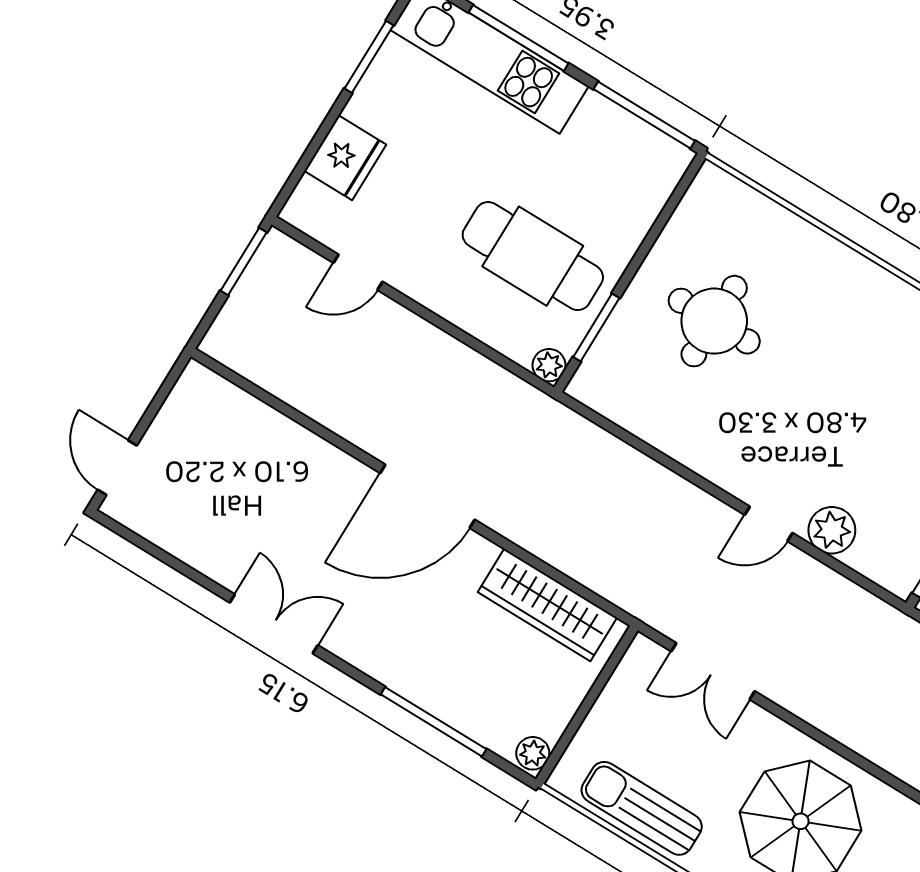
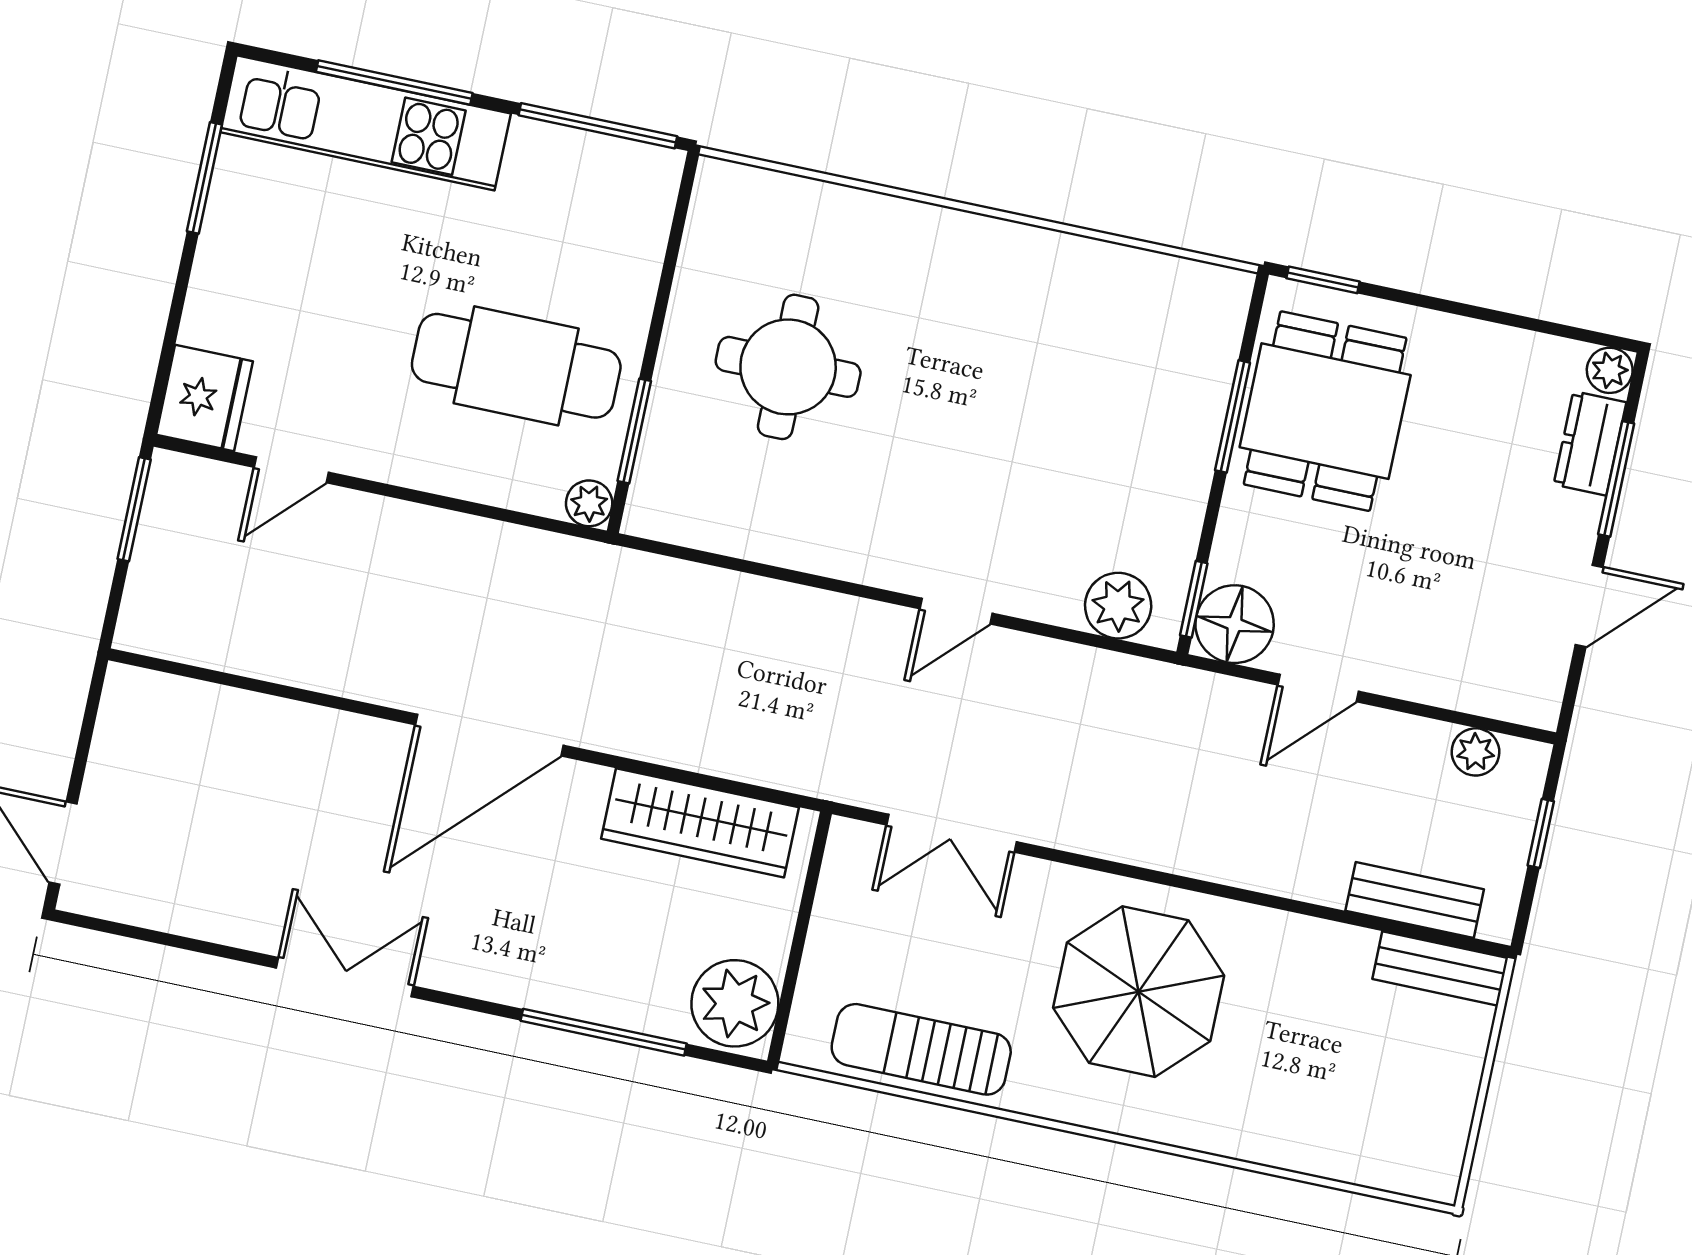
fridge: (345, 158) -> (204, 398), moved
plant: (832, 530) -> (1118, 606), moved
plant: (533, 753) -> (735, 1003), width x1.87, depth x1.87

